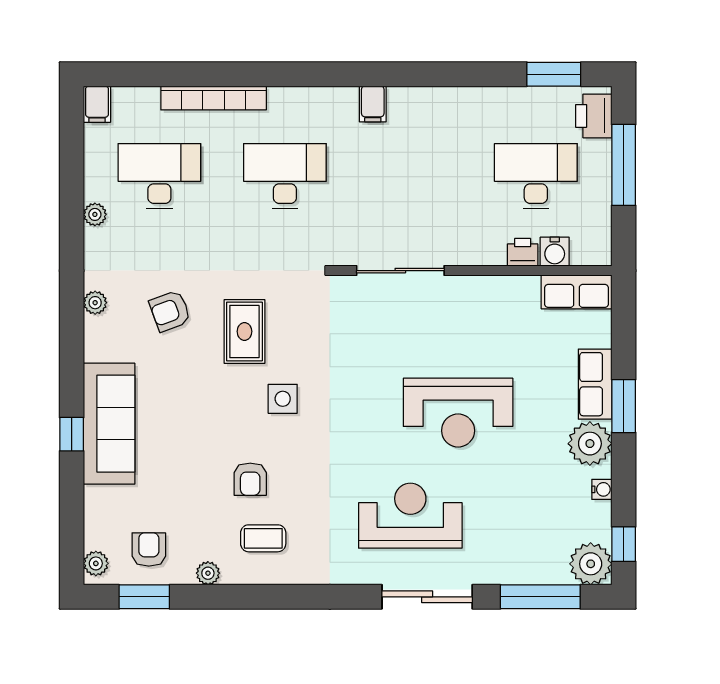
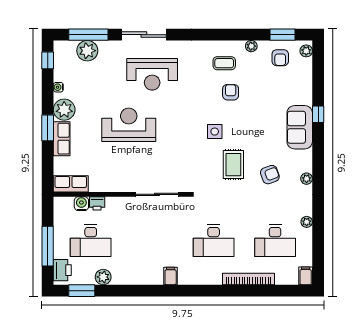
plant: (510, 102) -> (103, 277), added
sofa: (109, 424) -> (300, 127), width x0.73
plant: (591, 564) -> (87, 51), moved

